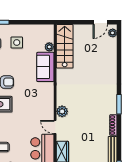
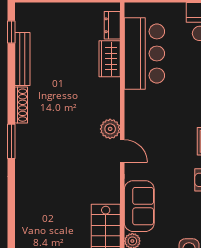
door: (55, 127) -> (122, 151), moved

